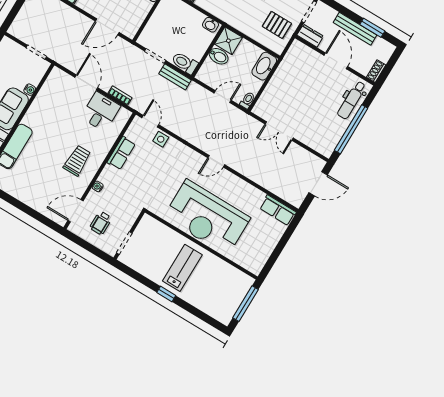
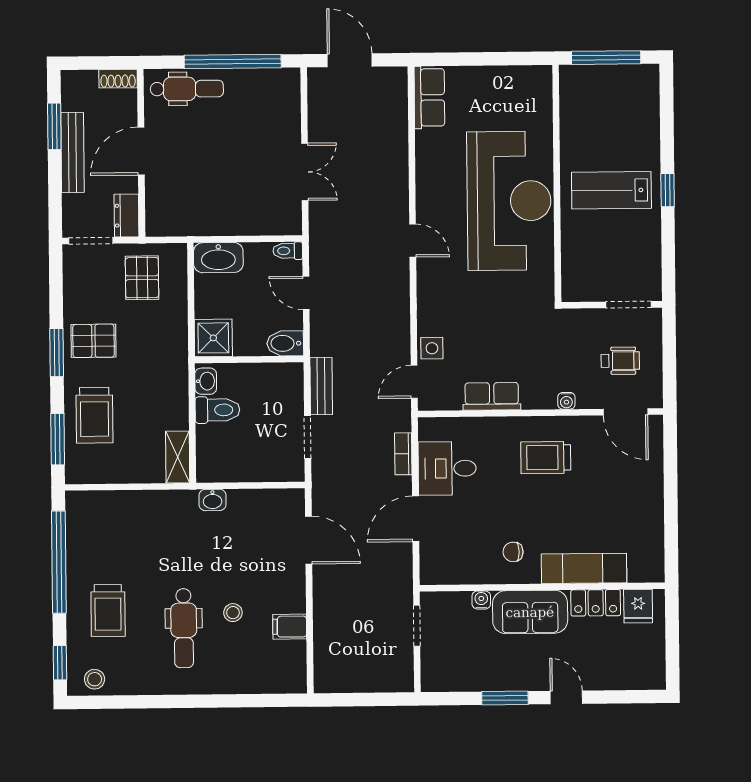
bidet: (219, 56) -> (285, 343), moved, turned -90
toilet: (185, 63) -> (217, 410), moved, turned -90
chair: (43, 118) -> (513, 552), added

